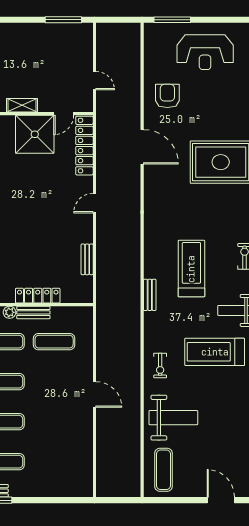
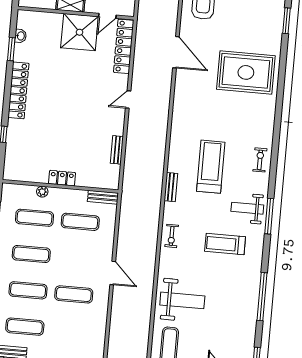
locker: (38, 296) -> (62, 178), width x0.66
bench: (33, 312) -> (103, 197), moved
treadmill: (215, 352) -> (225, 244), width x0.73, depth x0.73
exercise bike: (160, 365) -> (172, 236), moved
exercise mat: (54, 422) -> (74, 294), added

